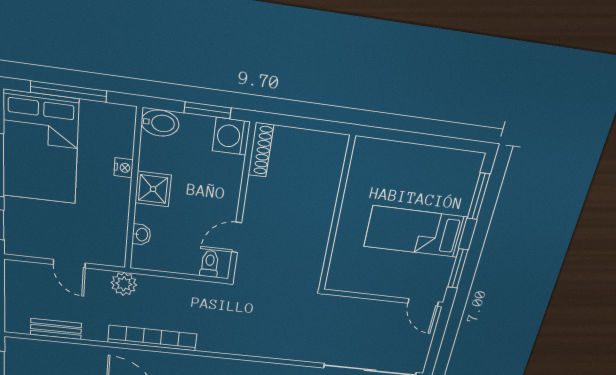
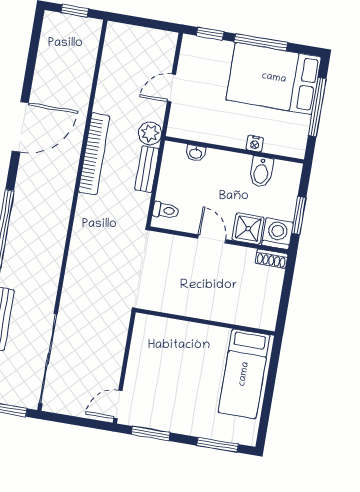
bidet: (160, 123) -> (261, 172), moved
shoe rack: (261, 150) -> (272, 259), width x0.70
shower: (153, 189) -> (248, 229), moved
bed: (416, 232) -> (244, 374), moved, turned 180
door: (237, 237) -> (212, 239), moved
bench: (56, 329) -> (147, 169), moved

